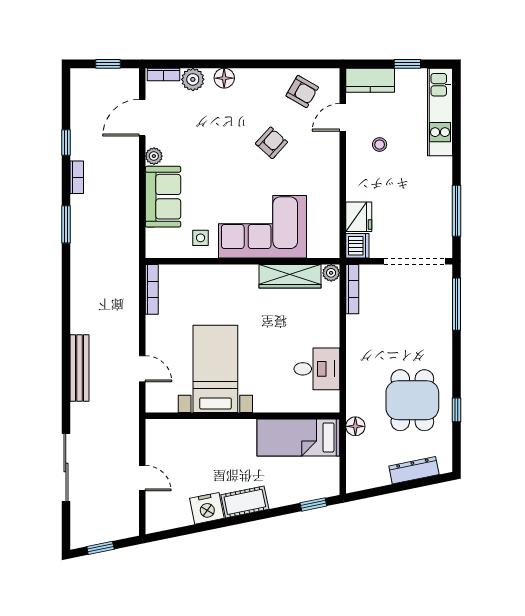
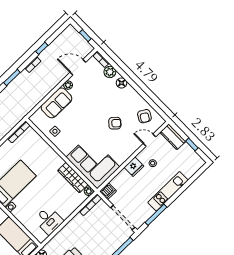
kitchen unit: (440, 112) -> (168, 191), moved
fridge: (359, 217) -> (134, 167), moved
corner sofa: (262, 227) -> (93, 162), moved

